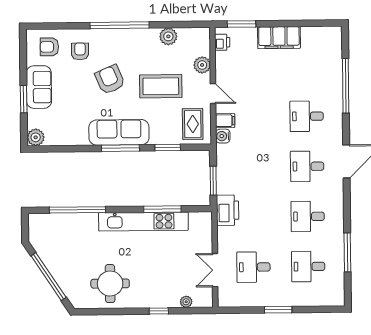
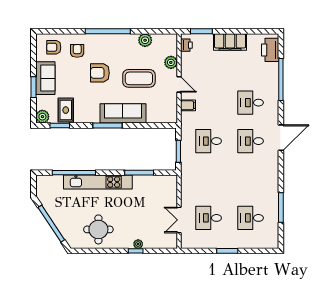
armchair: (110, 80) -> (100, 73), turned -67
rug: (193, 124) -> (66, 110), moved
sofa: (119, 132) -> (123, 113), moved
water cooler: (223, 136) -> (186, 117), removed
window: (168, 148) -> (60, 126), moved
printer: (228, 210) -> (270, 50), moved, turned 180
desk: (308, 216) -> (209, 141), moved
kitchen unit: (143, 221) -> (98, 182), moved
plant: (186, 302) -> (138, 244), moved

